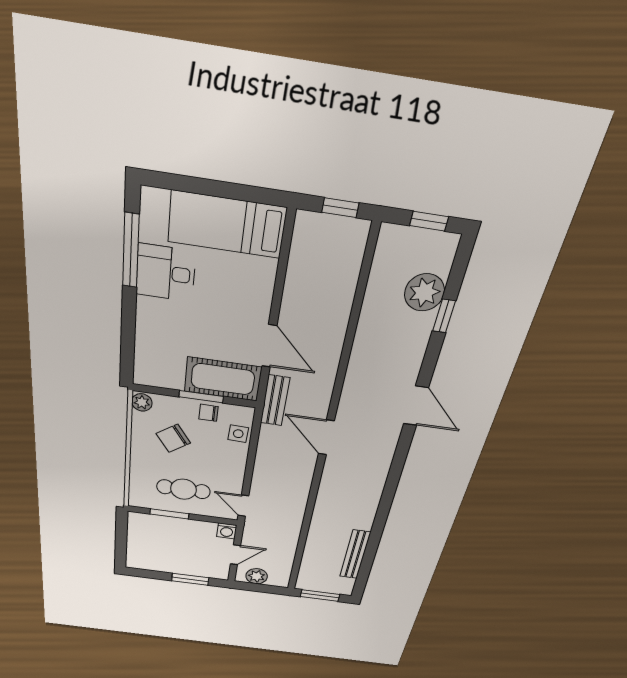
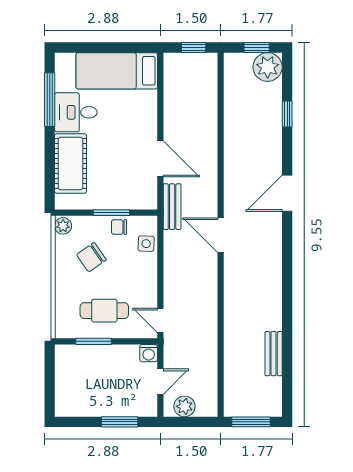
plant: (424, 292) -> (268, 67), moved
cot: (223, 379) -> (71, 163), moved, turned 90
door: (416, 406) -> (287, 193), swing flipped
bench: (355, 554) -> (274, 354), width x0.73

